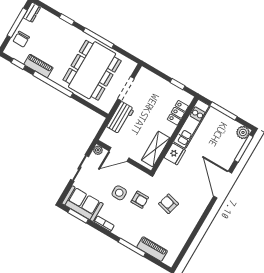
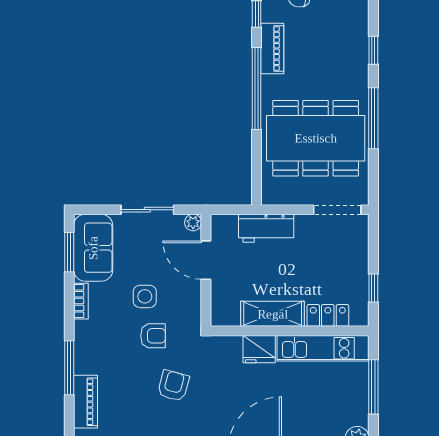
doorway: (126, 89) -> (337, 210), moved
shelving: (156, 149) -> (273, 314), moved
armchair: (140, 200) -> (153, 336), turned -90

